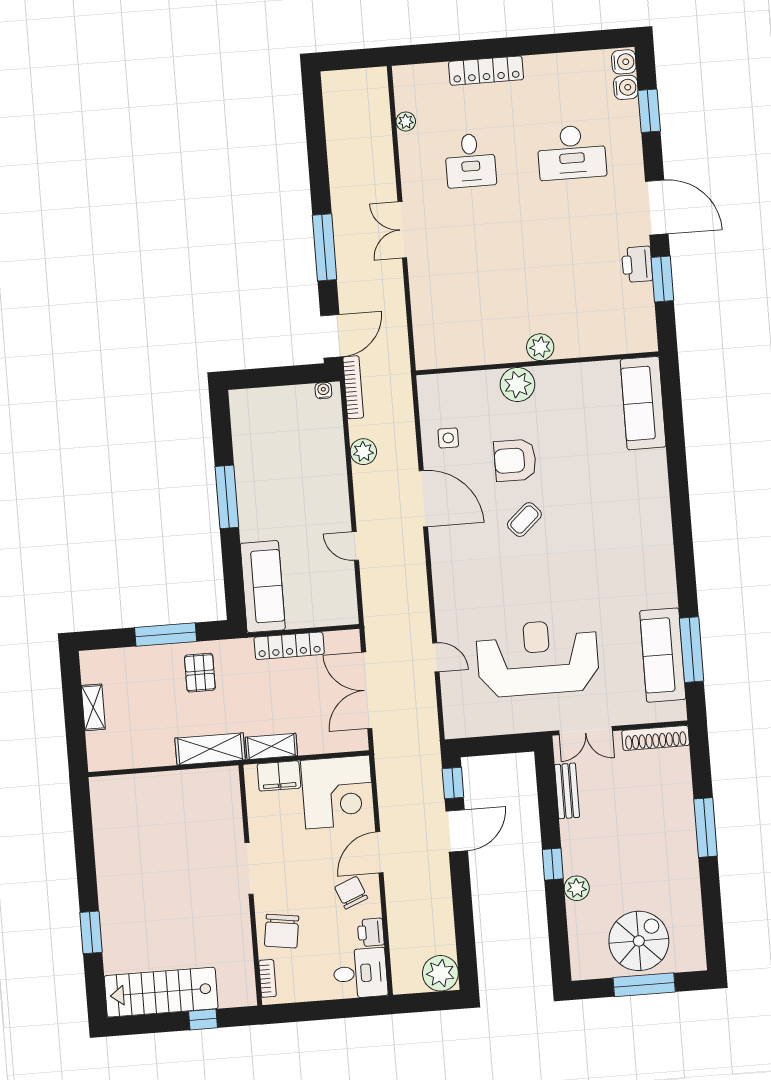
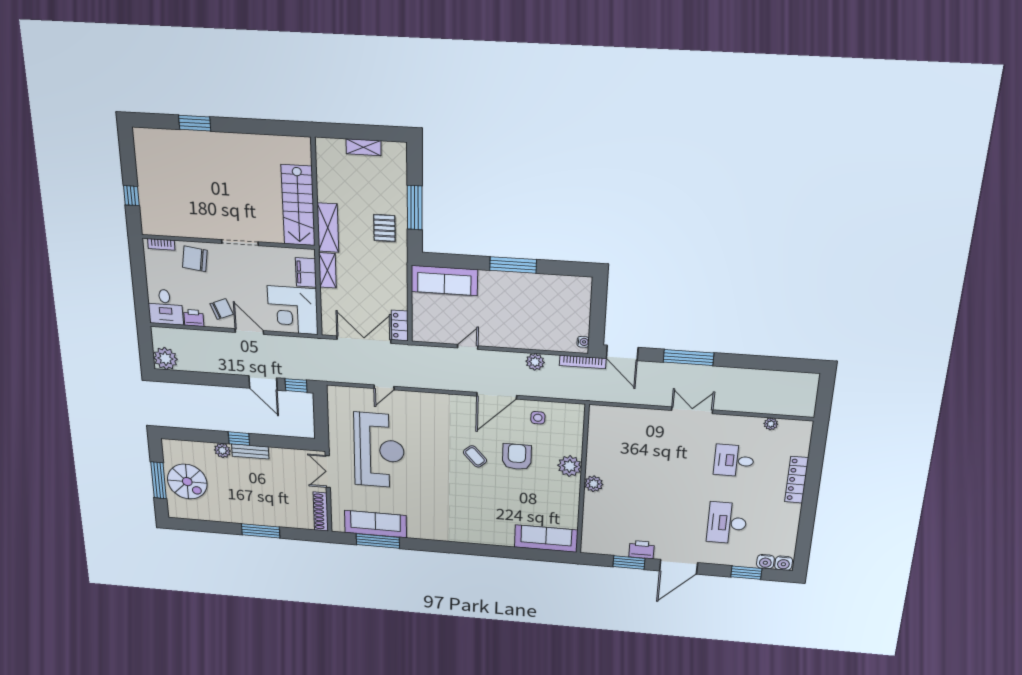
locker: (289, 646) -> (400, 326), moved, width x0.66
pallet: (200, 673) -> (384, 228), turned 90
bench: (567, 791) -> (250, 451), moved
stairs: (161, 992) -> (298, 205), moved, turned 180

